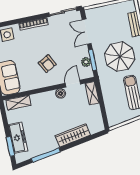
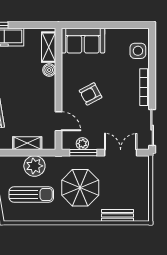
boiler: (60, 93) -> (49, 70), moved
shelving: (92, 93) -> (27, 143), moved
plant: (110, 95) -> (34, 166), added

